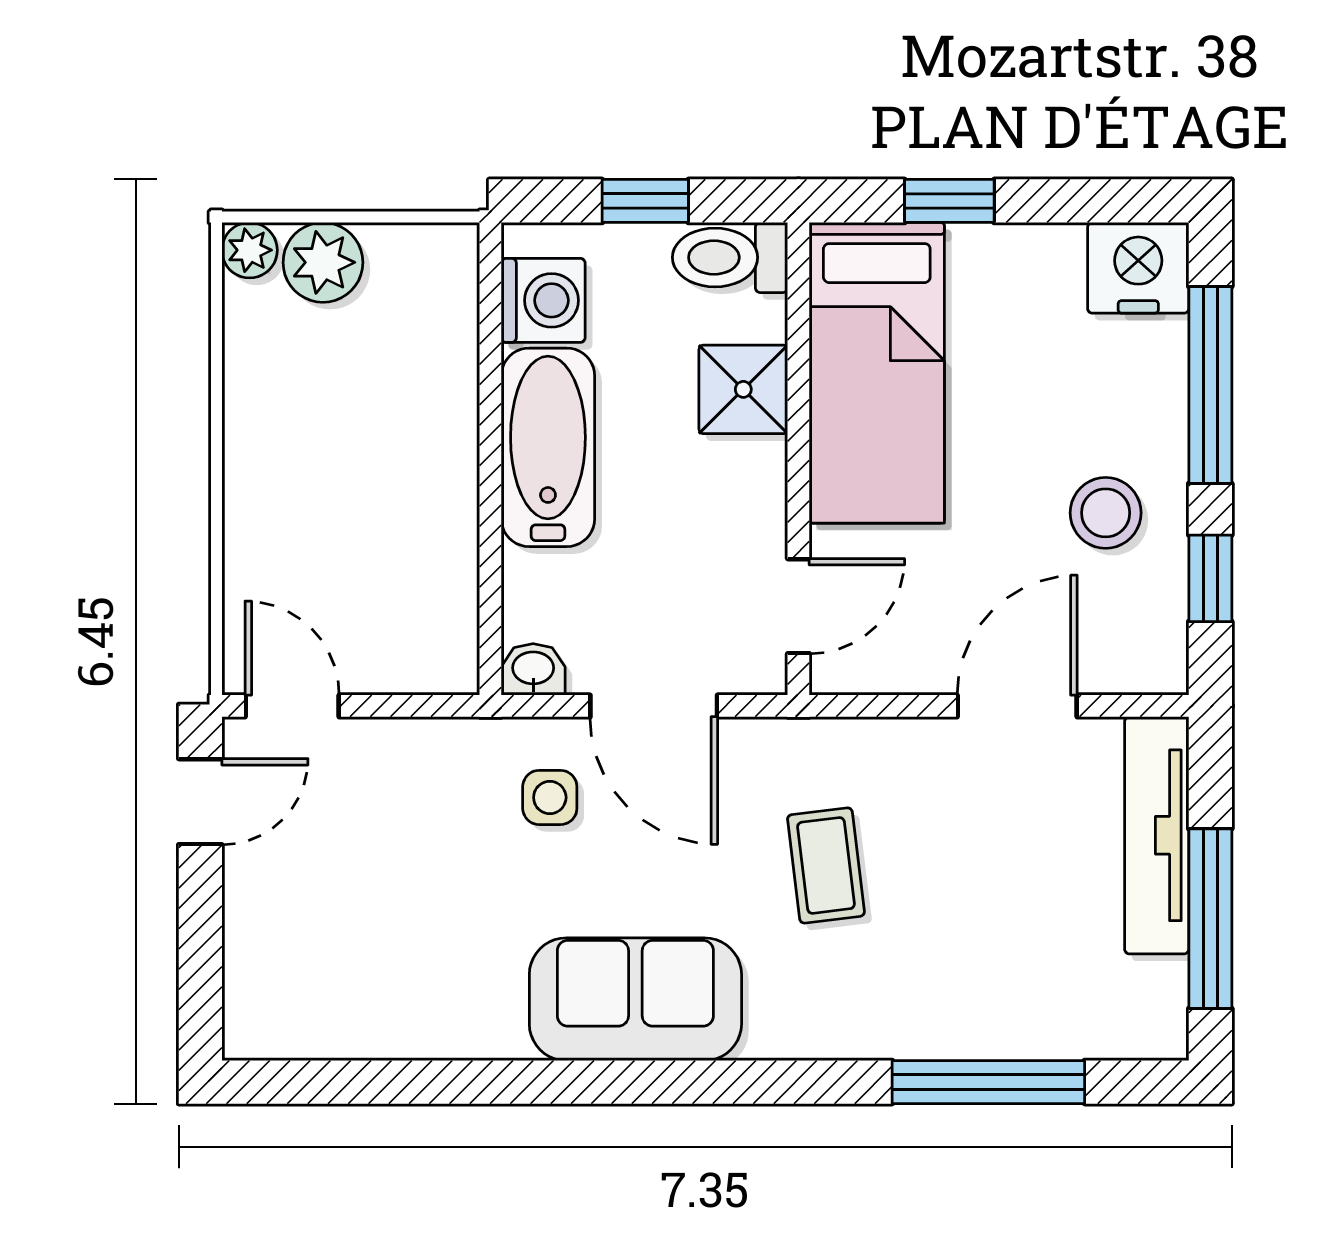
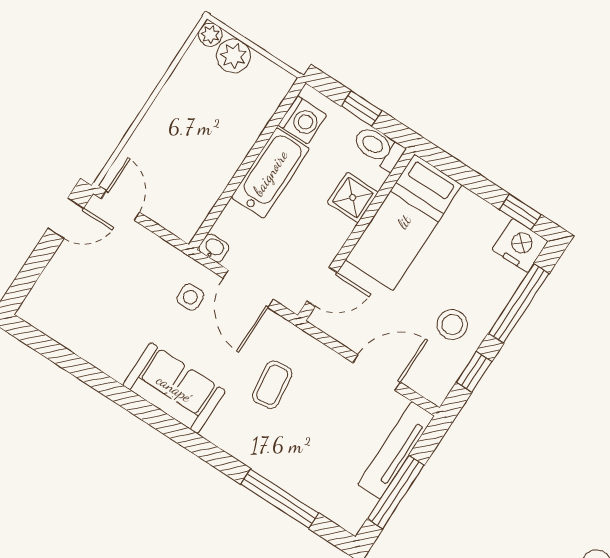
window: (949, 201) -> (520, 212), moved

